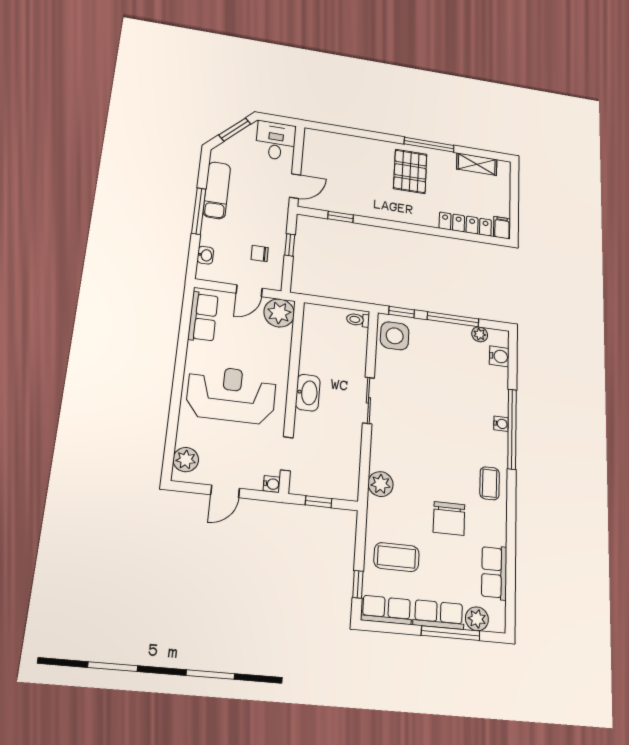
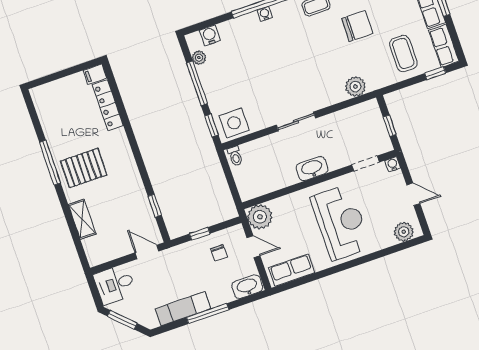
shelving: (477, 164) -> (82, 219), moved
washbasin: (205, 255) -> (247, 287), width x1.91, depth x1.45
reception desk: (231, 394) -> (341, 222), turned 180

